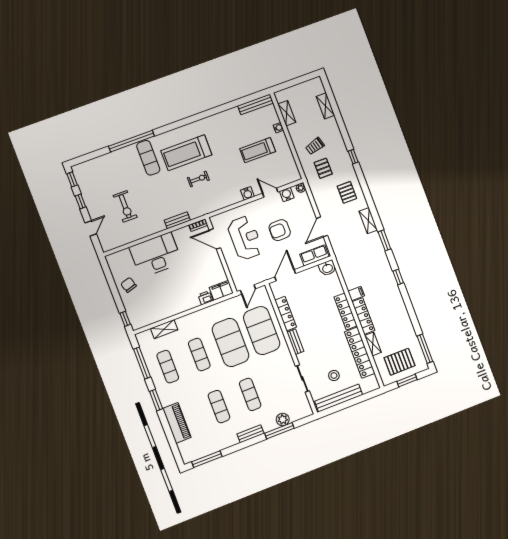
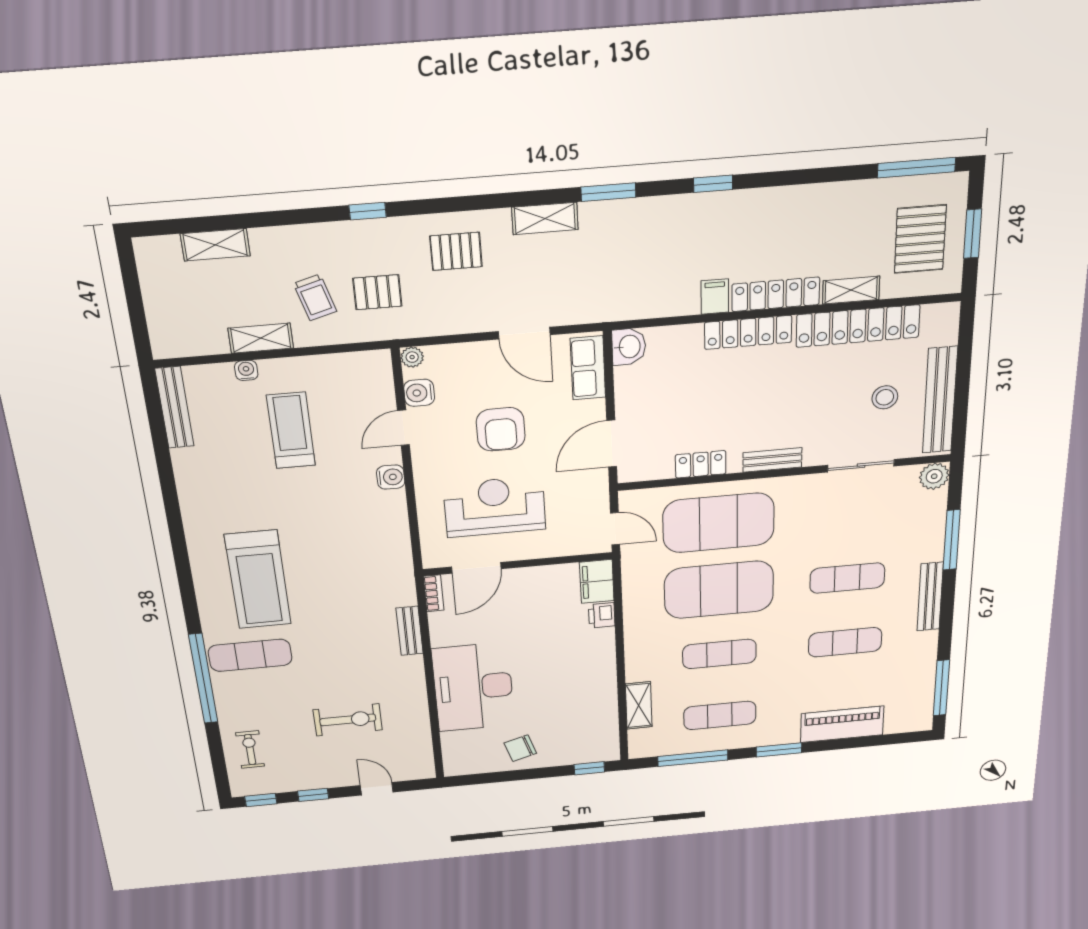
shelving: (287, 113) -> (261, 338), moved
treadmill: (258, 150) -> (291, 430), turned 180
exercise bike: (198, 179) -> (250, 749), moved
door: (285, 275) -> (612, 444), hinge flipped
locker: (286, 314) -> (701, 464), width x0.66
plant: (283, 419) -> (934, 476), moved
bench: (251, 434) -> (930, 597), width x1.36

